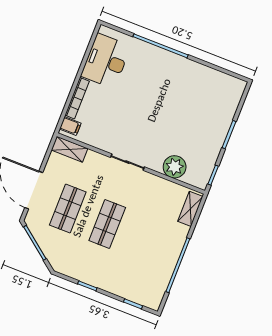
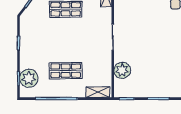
shop shelf: (107, 224) -> (66, 71), moved
plant: (138, 290) -> (29, 78), added

